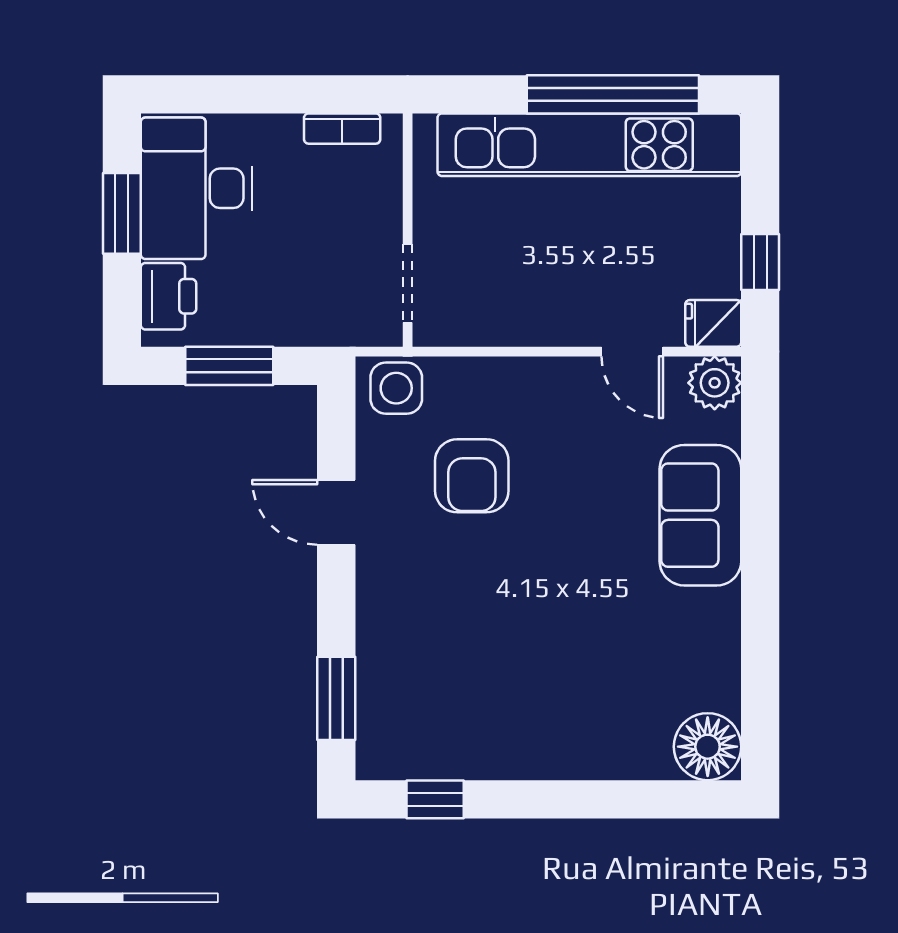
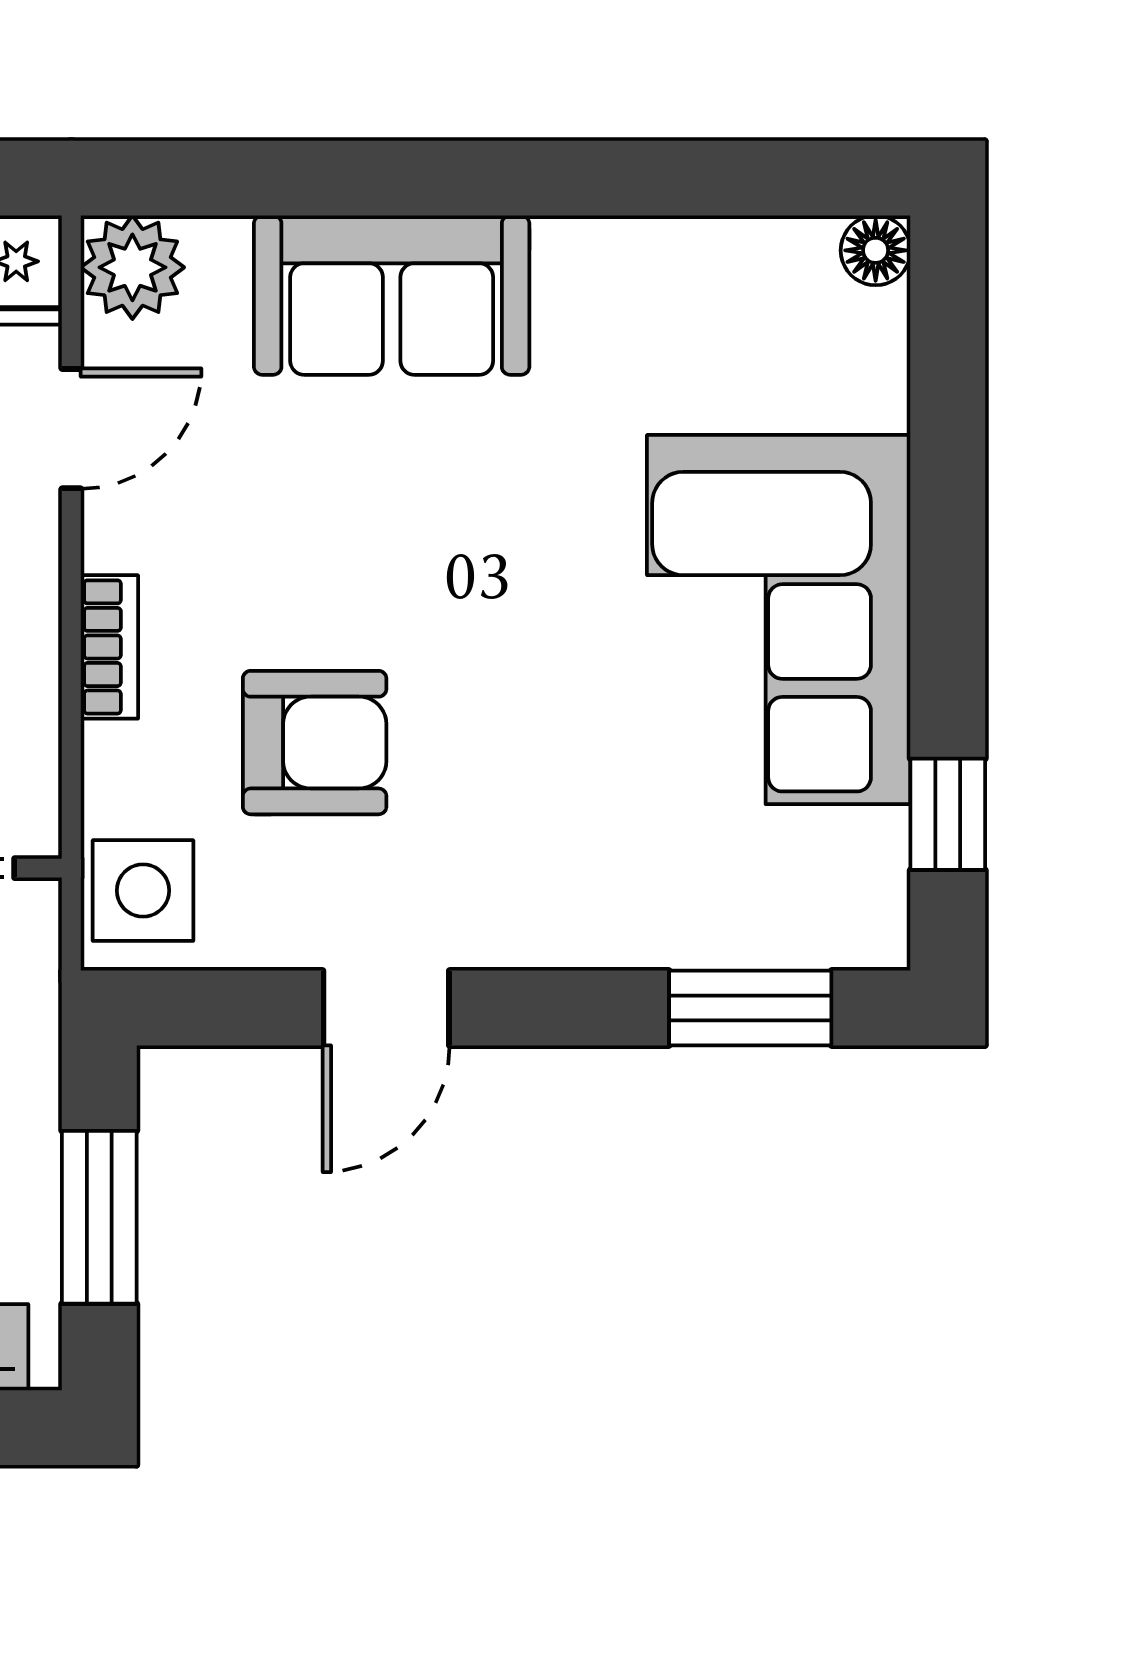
bookcase: (521, 371) -> (109, 647), added
corner sofa: (535, 713) -> (779, 620), added
floor lamp: (708, 747) -> (876, 250), width x0.53, depth x0.53

